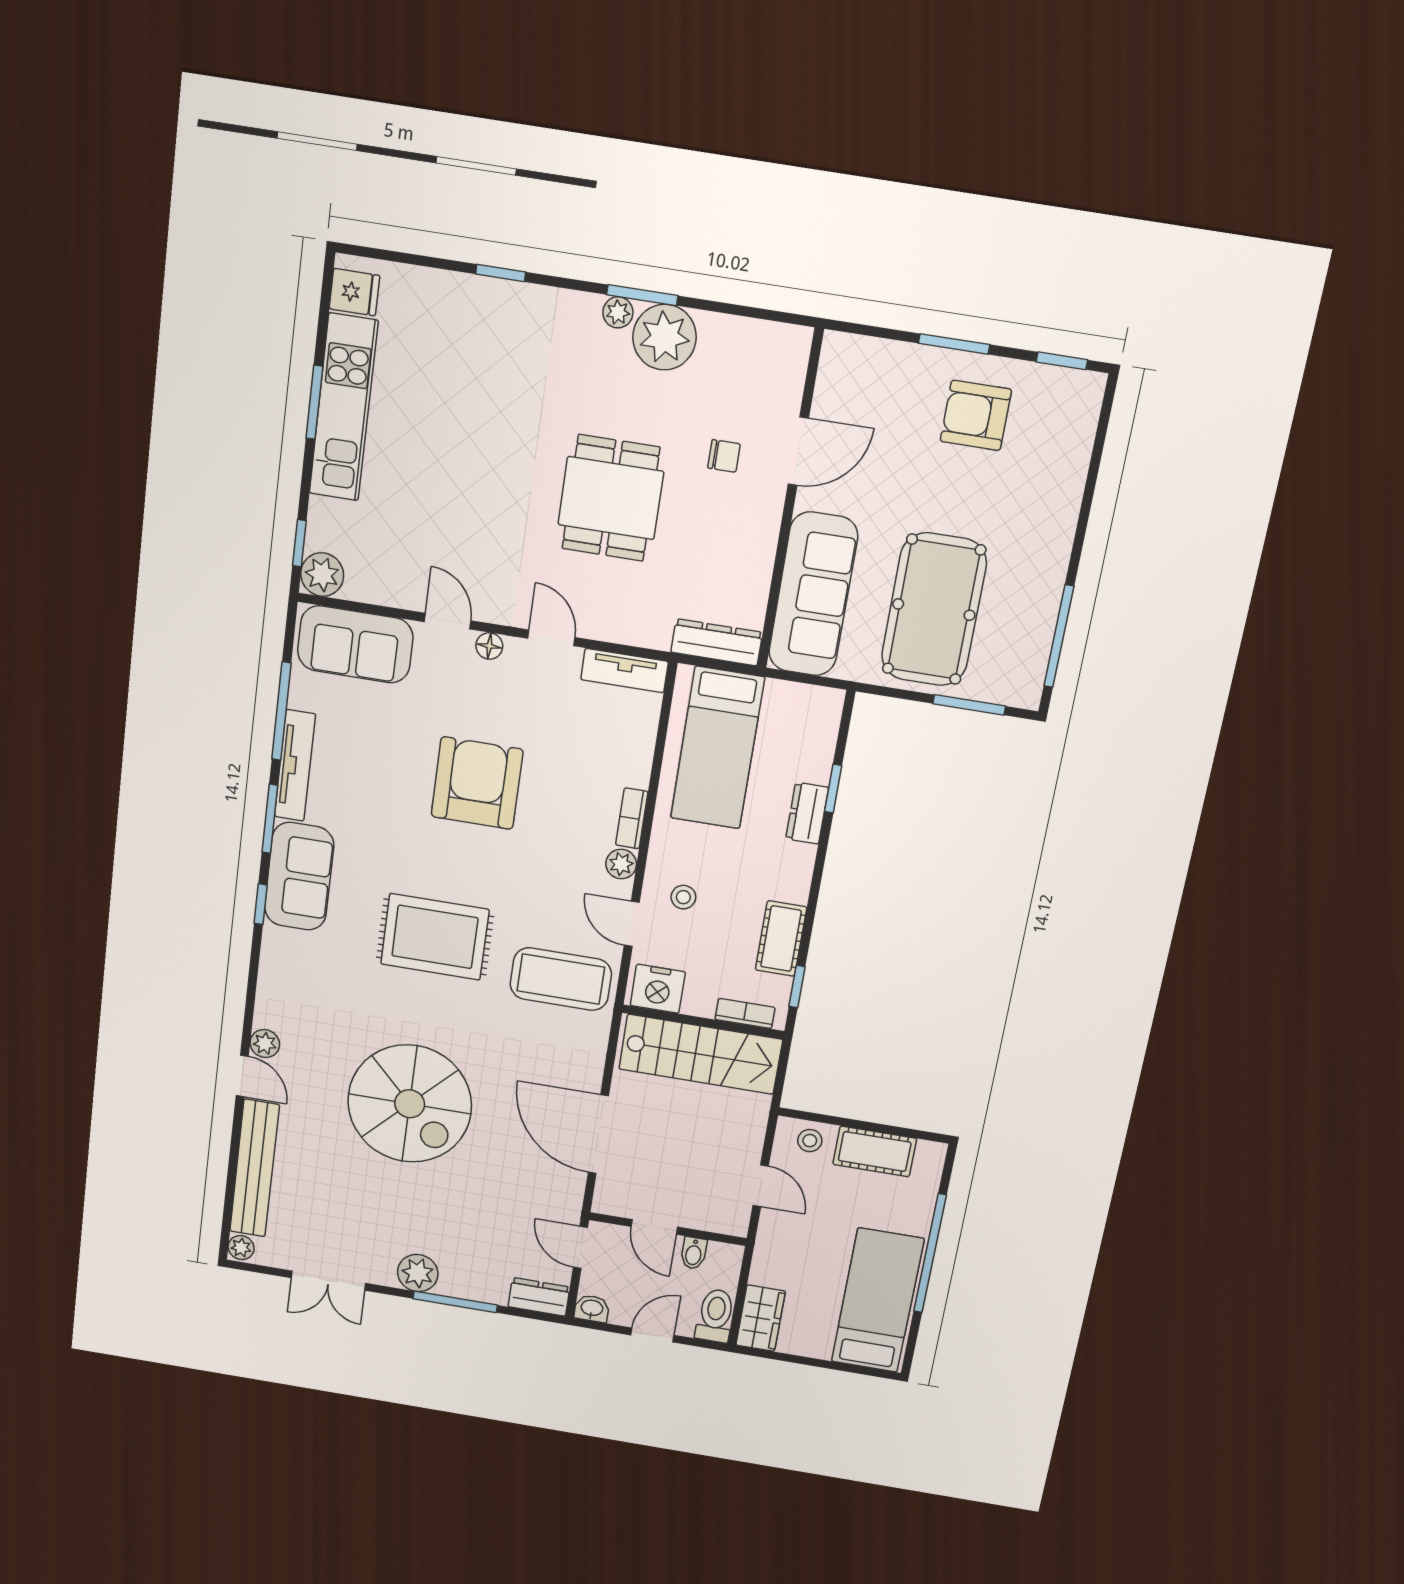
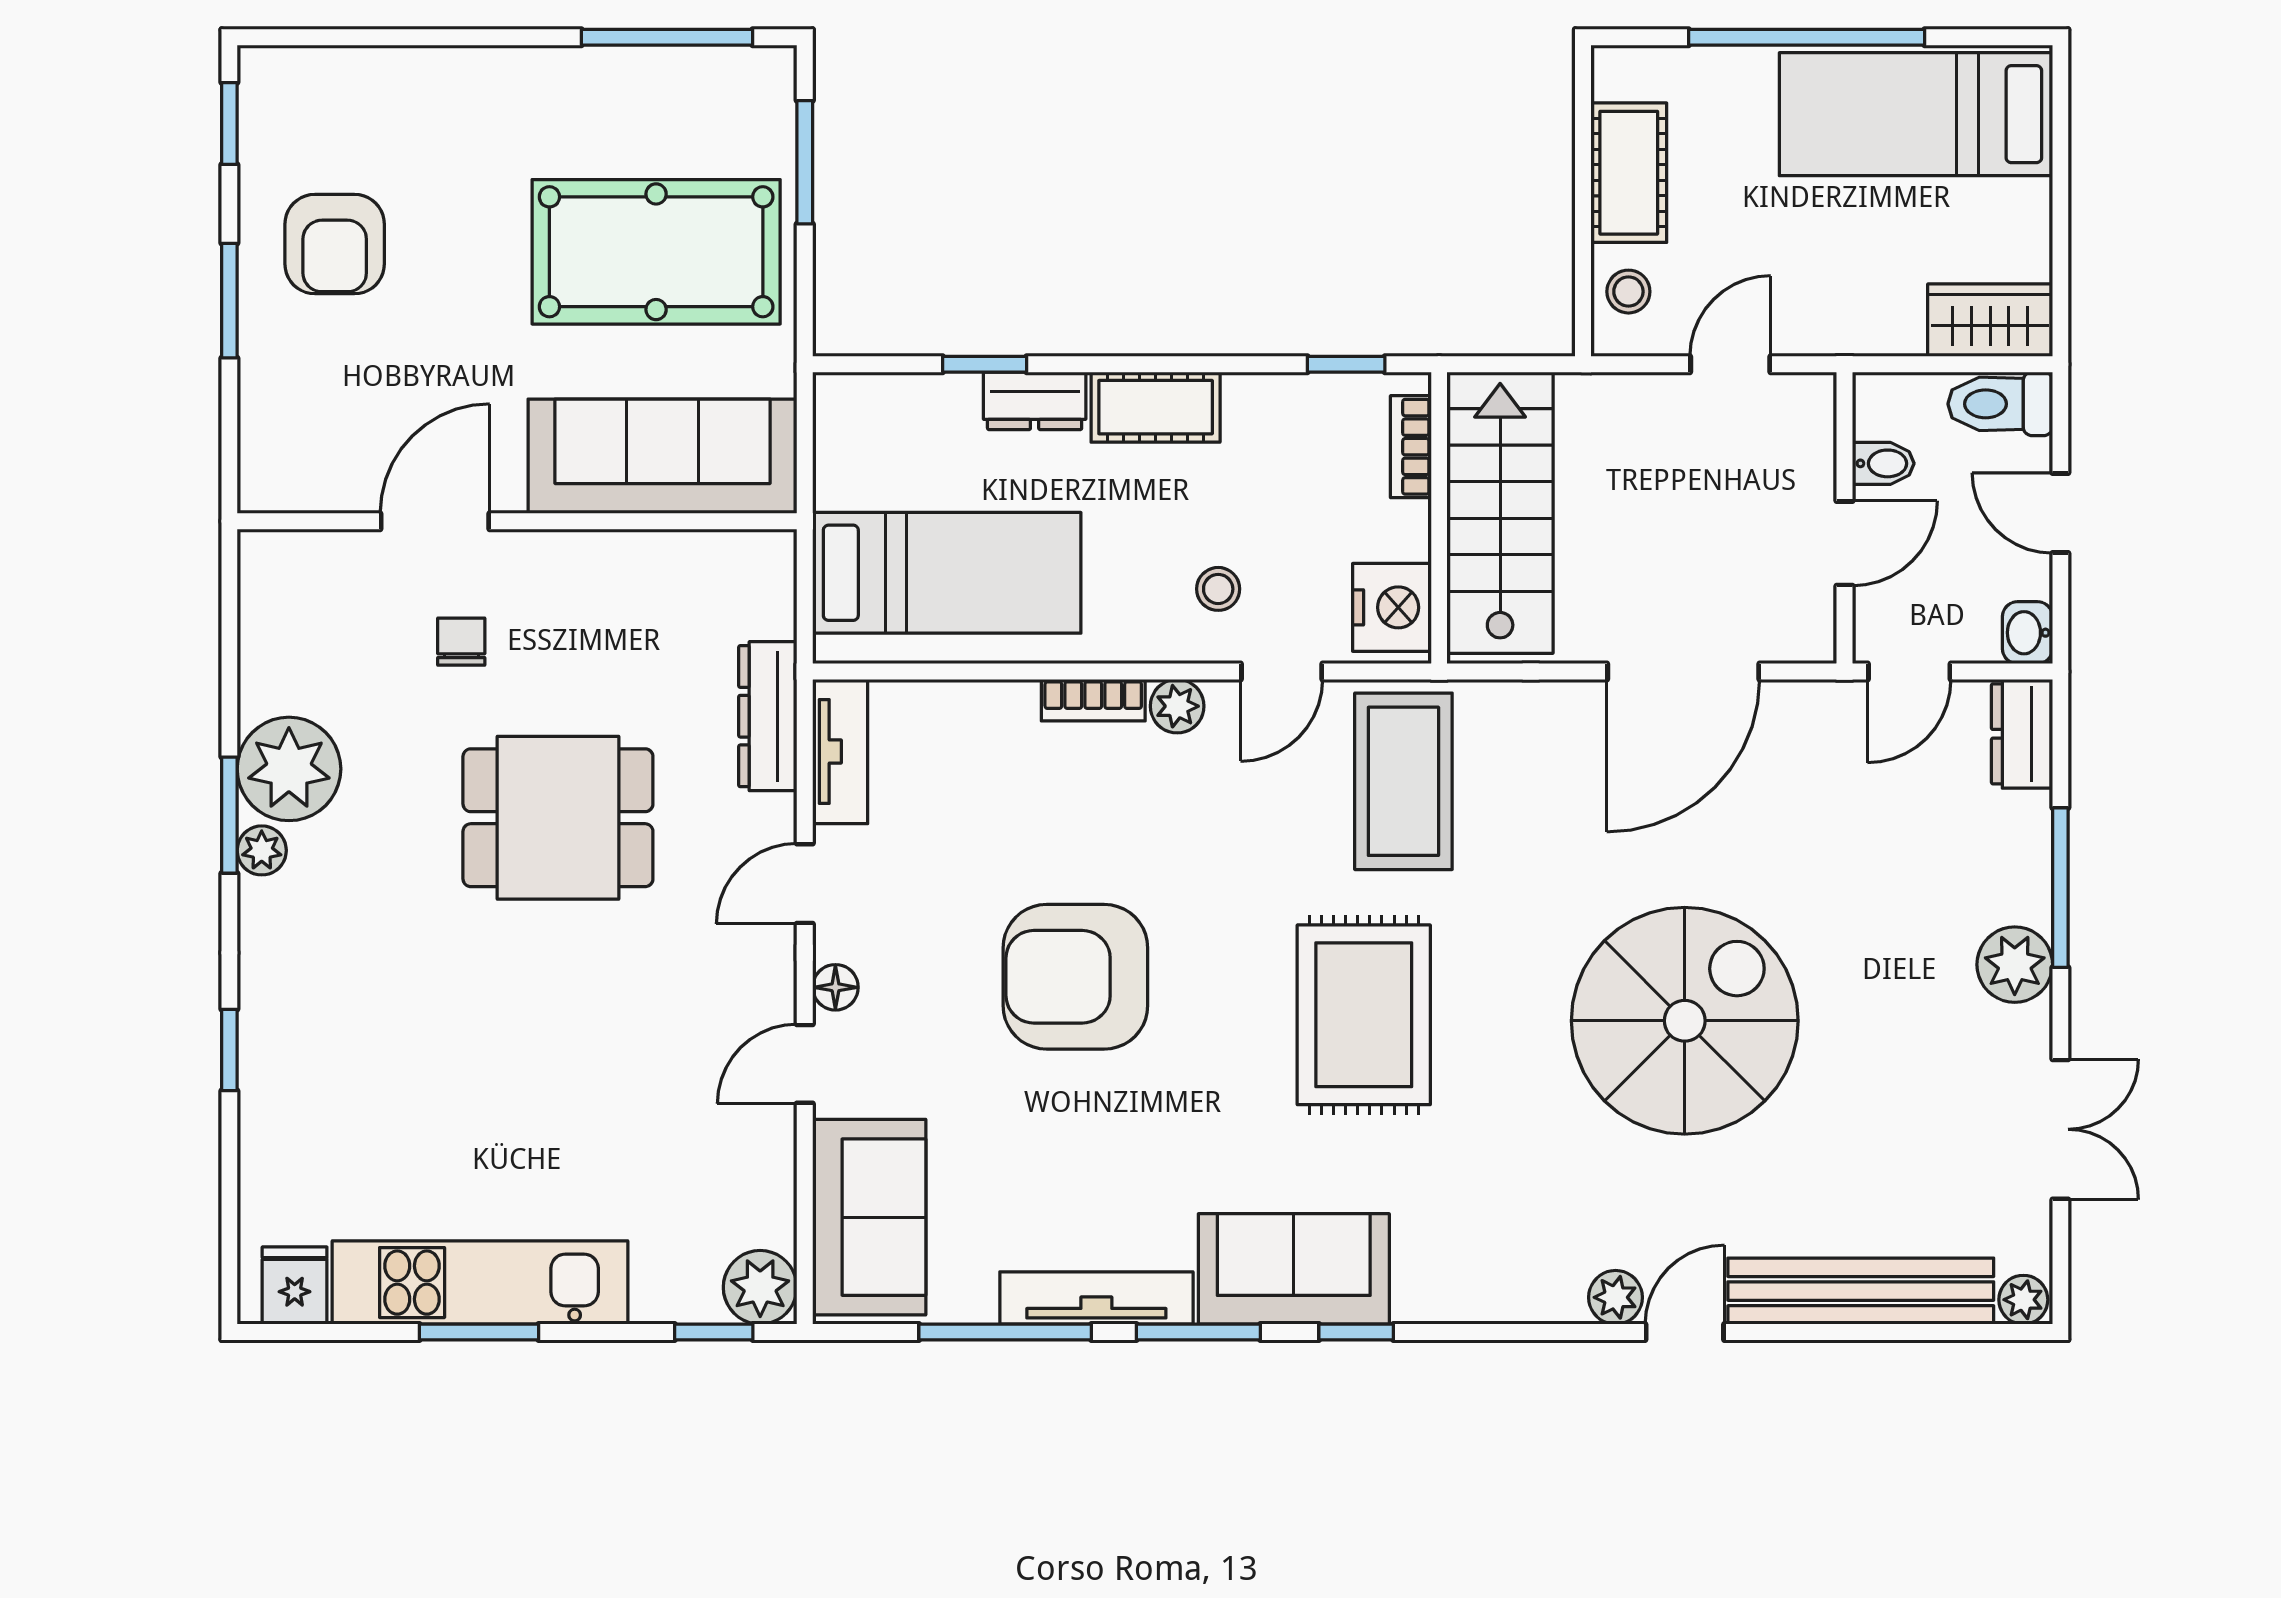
door: (798, 451) -> (435, 521), hinge flipped
dresser: (717, 642) -> (768, 716), moved
cot: (781, 939) -> (1156, 407), moved

